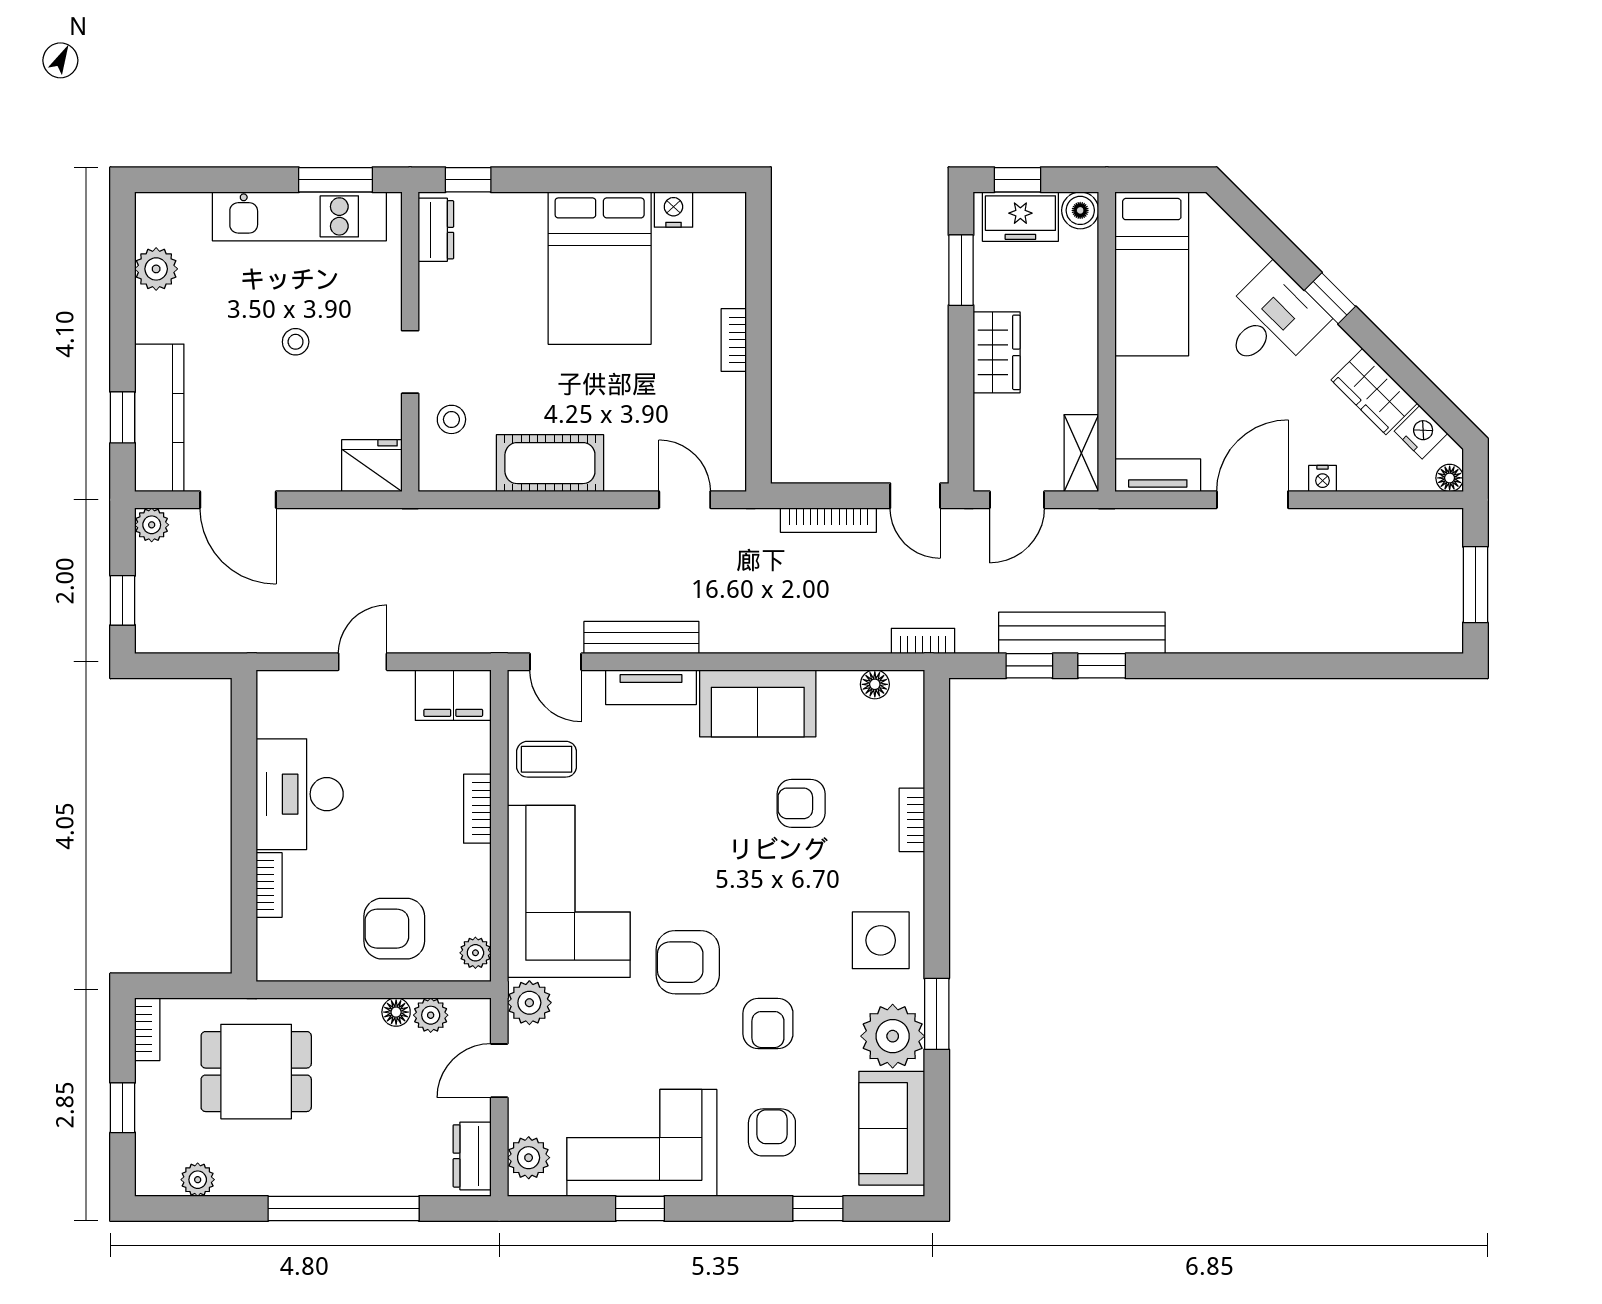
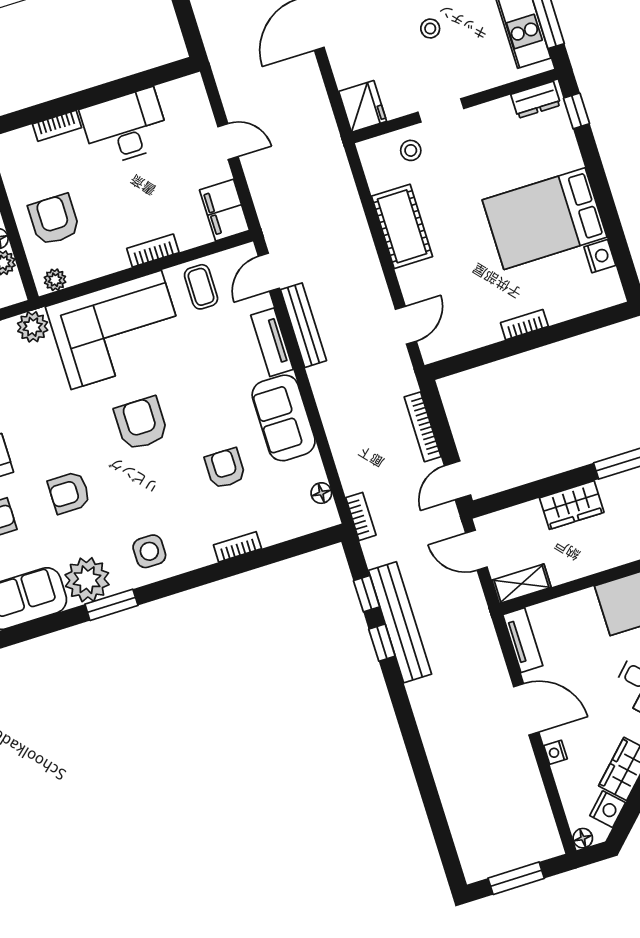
side table: (881, 940) -> (149, 551), width x0.73, depth x0.73
armchair: (688, 962) -> (141, 423), moved

